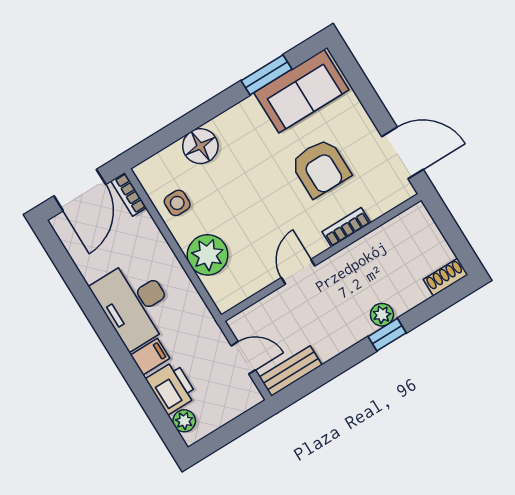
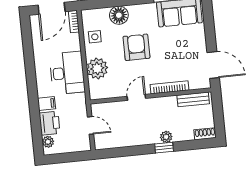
armchair: (320, 168) -> (136, 47), moved, turned 180
bookcase: (346, 227) -> (169, 87), width x1.56
desk: (135, 304) -> (67, 73), moved, turned 180
bench: (291, 371) -> (193, 99), moved

